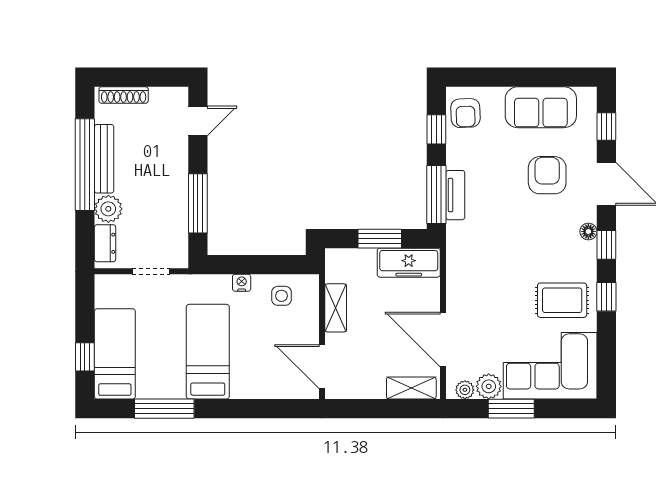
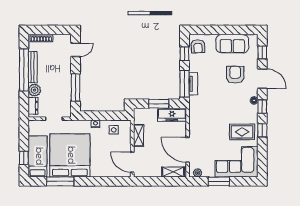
bed: (208, 352) -> (70, 155), width x2.04
plant: (489, 386) -> (208, 171), removed

